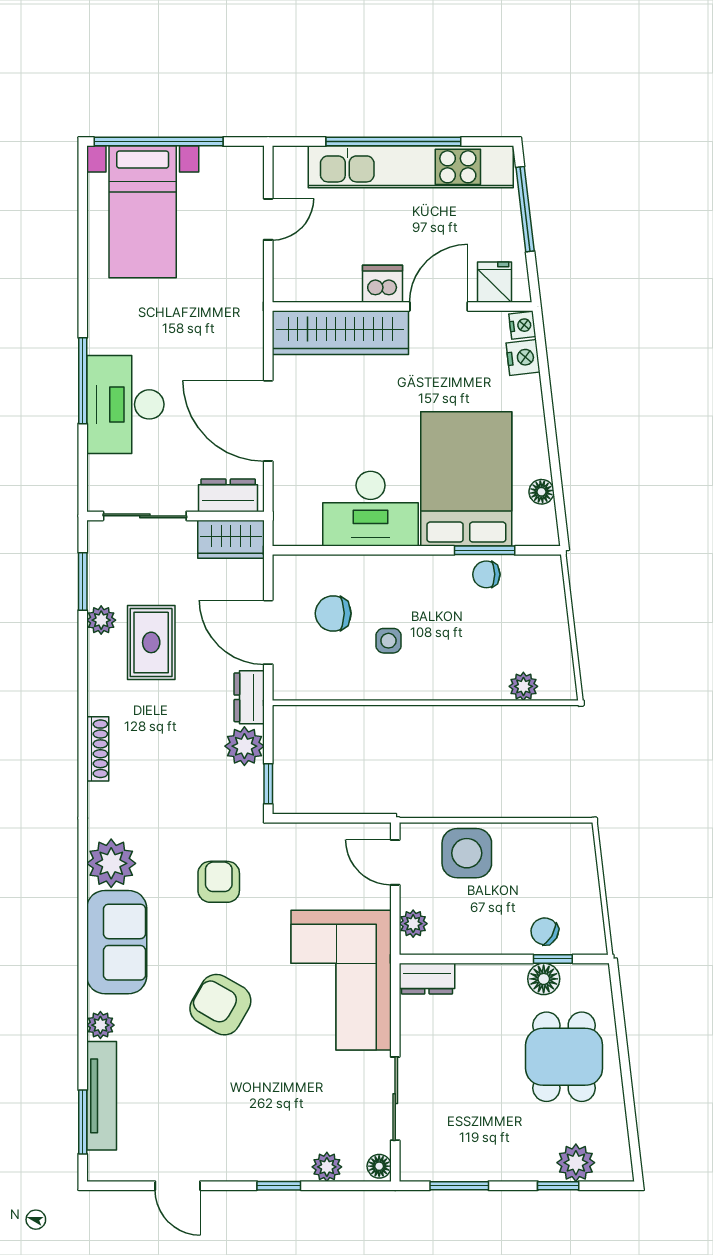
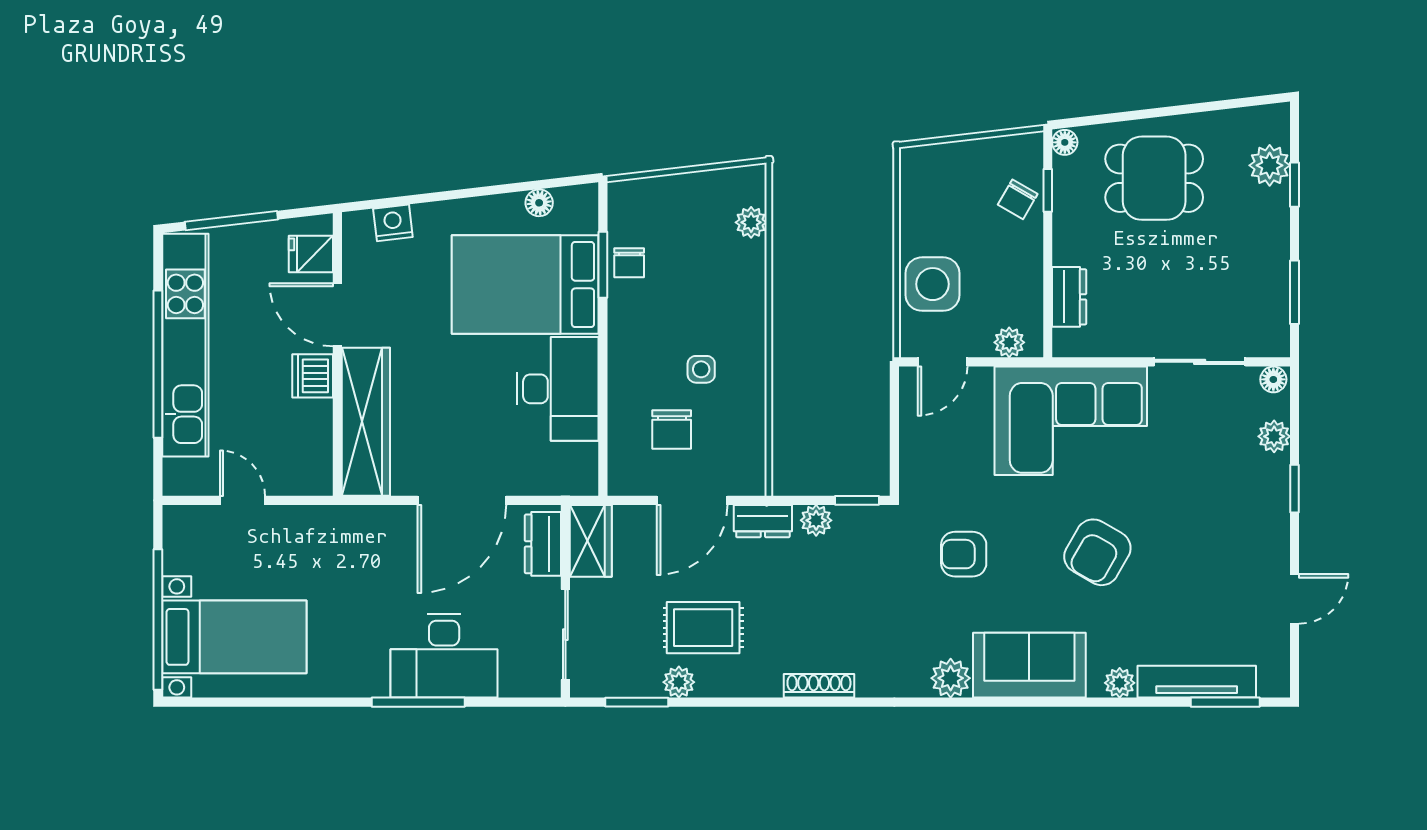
nightstand: (522, 325) -> (358, 224), removed
plant: (244, 746) -> (816, 520), width x0.73, depth x0.73
plant: (111, 863) -> (951, 678), width x0.73, depth x0.73
dresser: (427, 979) -> (1069, 297), moved
floor lamp: (544, 979) -> (1065, 142), moved, width x0.73, depth x0.73

